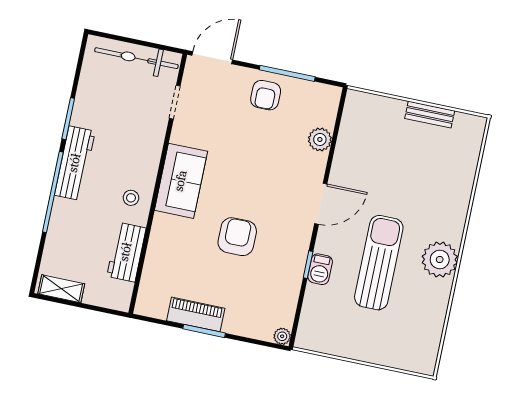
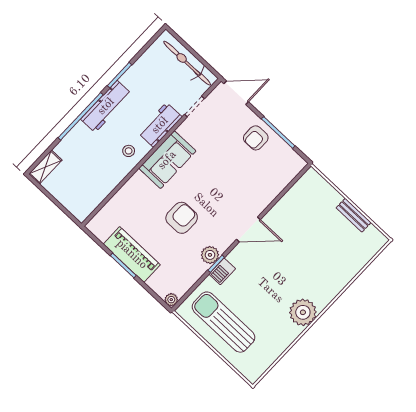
plant: (320, 139) -> (210, 255), moved
workbench: (126, 252) -> (160, 125), moved
sun lounger: (379, 263) -> (223, 322), moved, turned -90
shelving: (61, 289) -> (45, 167), moved, turned 90
piano: (196, 314) -> (132, 254), width x1.37, depth x1.33

